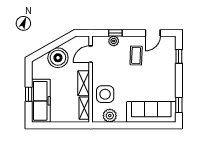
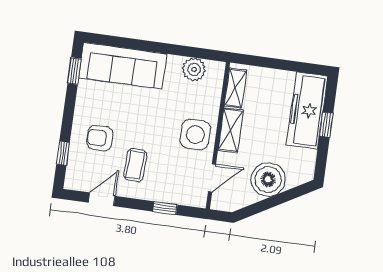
plant: (114, 41) -> (170, 195), removed
armchair: (159, 68) -> (100, 138), added
side table: (105, 94) -> (195, 135), moved

